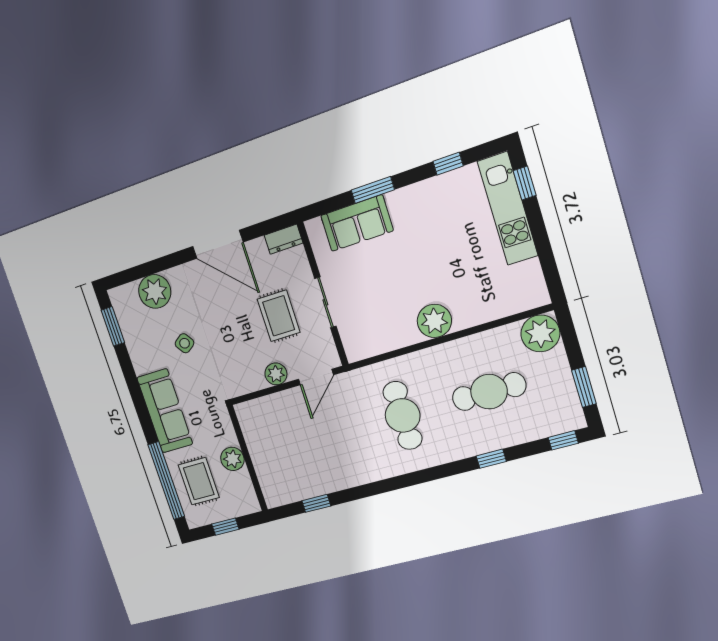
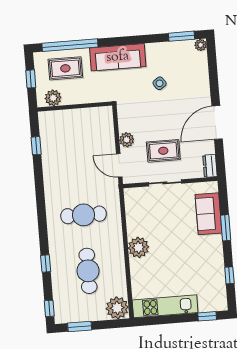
kitchen unit: (508, 209) -> (165, 306), moved
plant: (155, 291) -> (201, 45), moved, width x0.53, depth x0.53
plant: (232, 459) -> (53, 98), moved

